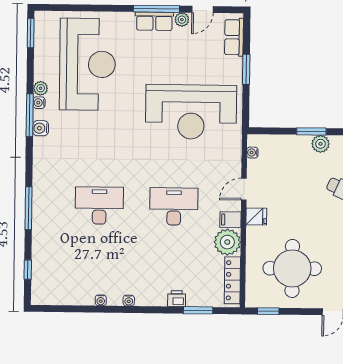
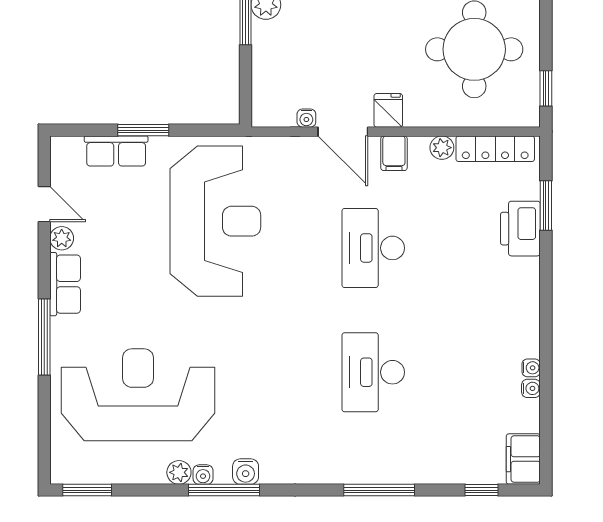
window: (156, 9) -> (44, 337), moved
row of seats: (234, 37) -> (116, 151), moved
water cooler: (252, 153) -> (306, 118), moved
door: (244, 189) -> (343, 132), width x1.38
plant: (227, 242) -> (442, 148), width x0.53, depth x0.53
filing cabinet: (46, 295) -> (523, 459), added
printer: (177, 299) -> (520, 229), width x1.87, depth x1.48
water cooler: (129, 301) -> (531, 388), moved

